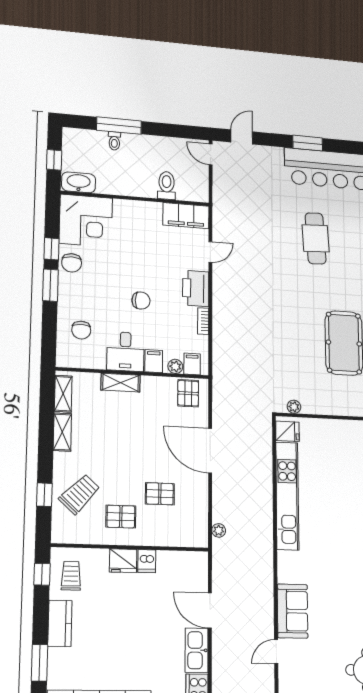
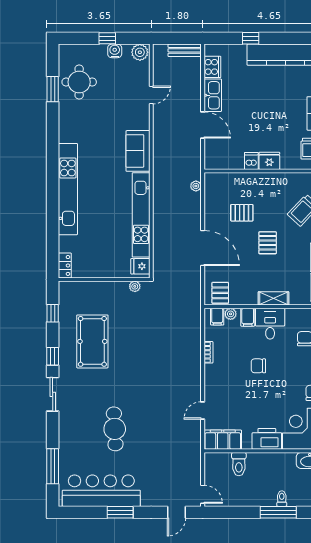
printer: (196, 288) -> (267, 439), moved, turned -90
pallet: (121, 517) -> (268, 243), moved, turned 90
sofa: (293, 611) -> (138, 151), moved

